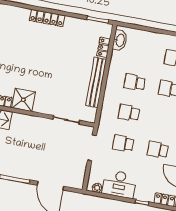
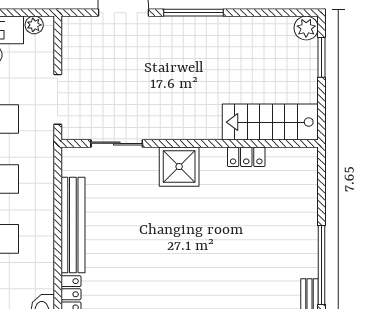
shower: (23, 100) -> (179, 167), moved

